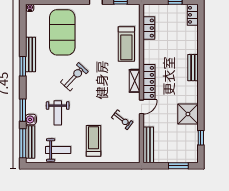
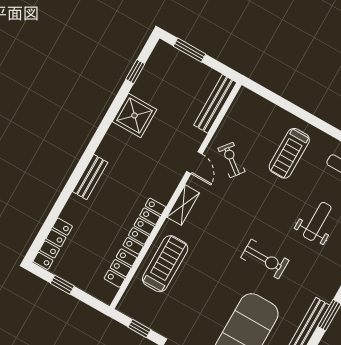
locker: (193, 15) -> (53, 244), width x1.53
exercise bike: (74, 77) -> (265, 259), turned -133
locker: (149, 82) -> (144, 226), moved
door: (141, 107) -> (194, 163), swing flipped

